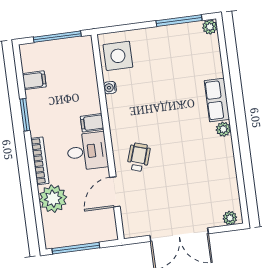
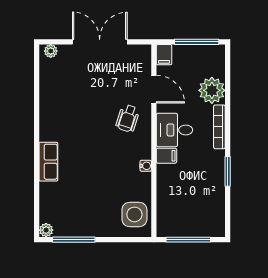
filing cabinet: (34, 80) -> (164, 55), moved, turned -90
water cooler: (110, 88) -> (146, 166), moved
plant: (223, 129) -> (46, 134), removed
door: (115, 192) -> (154, 89), hinge flipped

